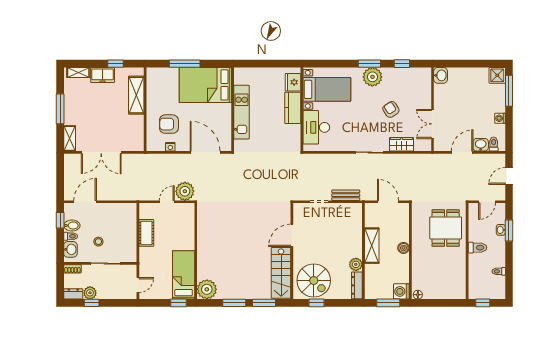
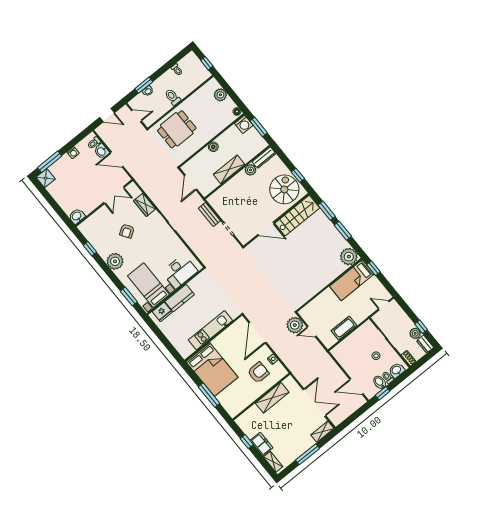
window: (369, 64) -> (129, 296), moved
shelving: (136, 95) -> (272, 398), moved
armchair: (169, 124) -> (258, 373), turned -90
plant: (445, 292) -> (220, 95), added

